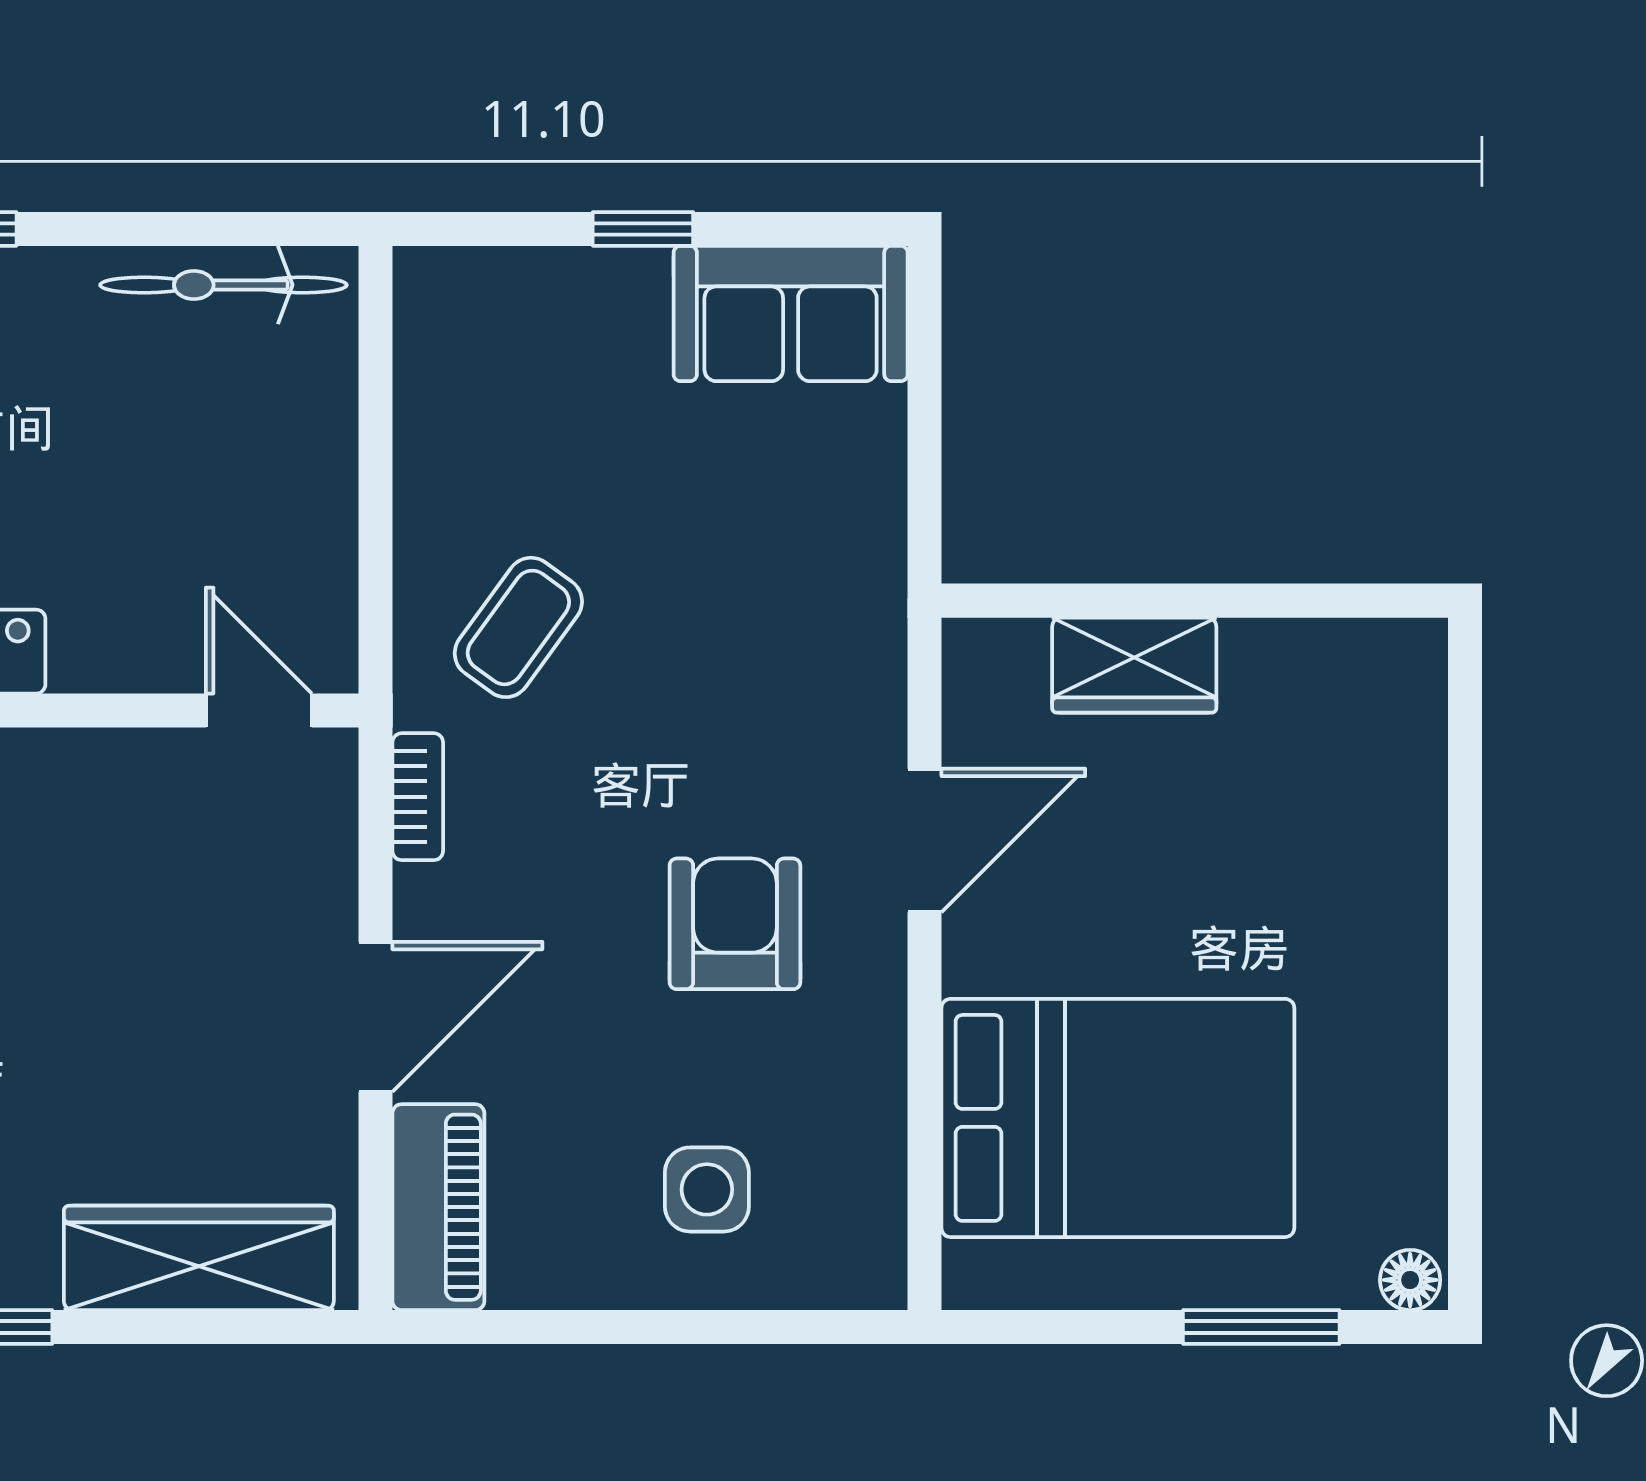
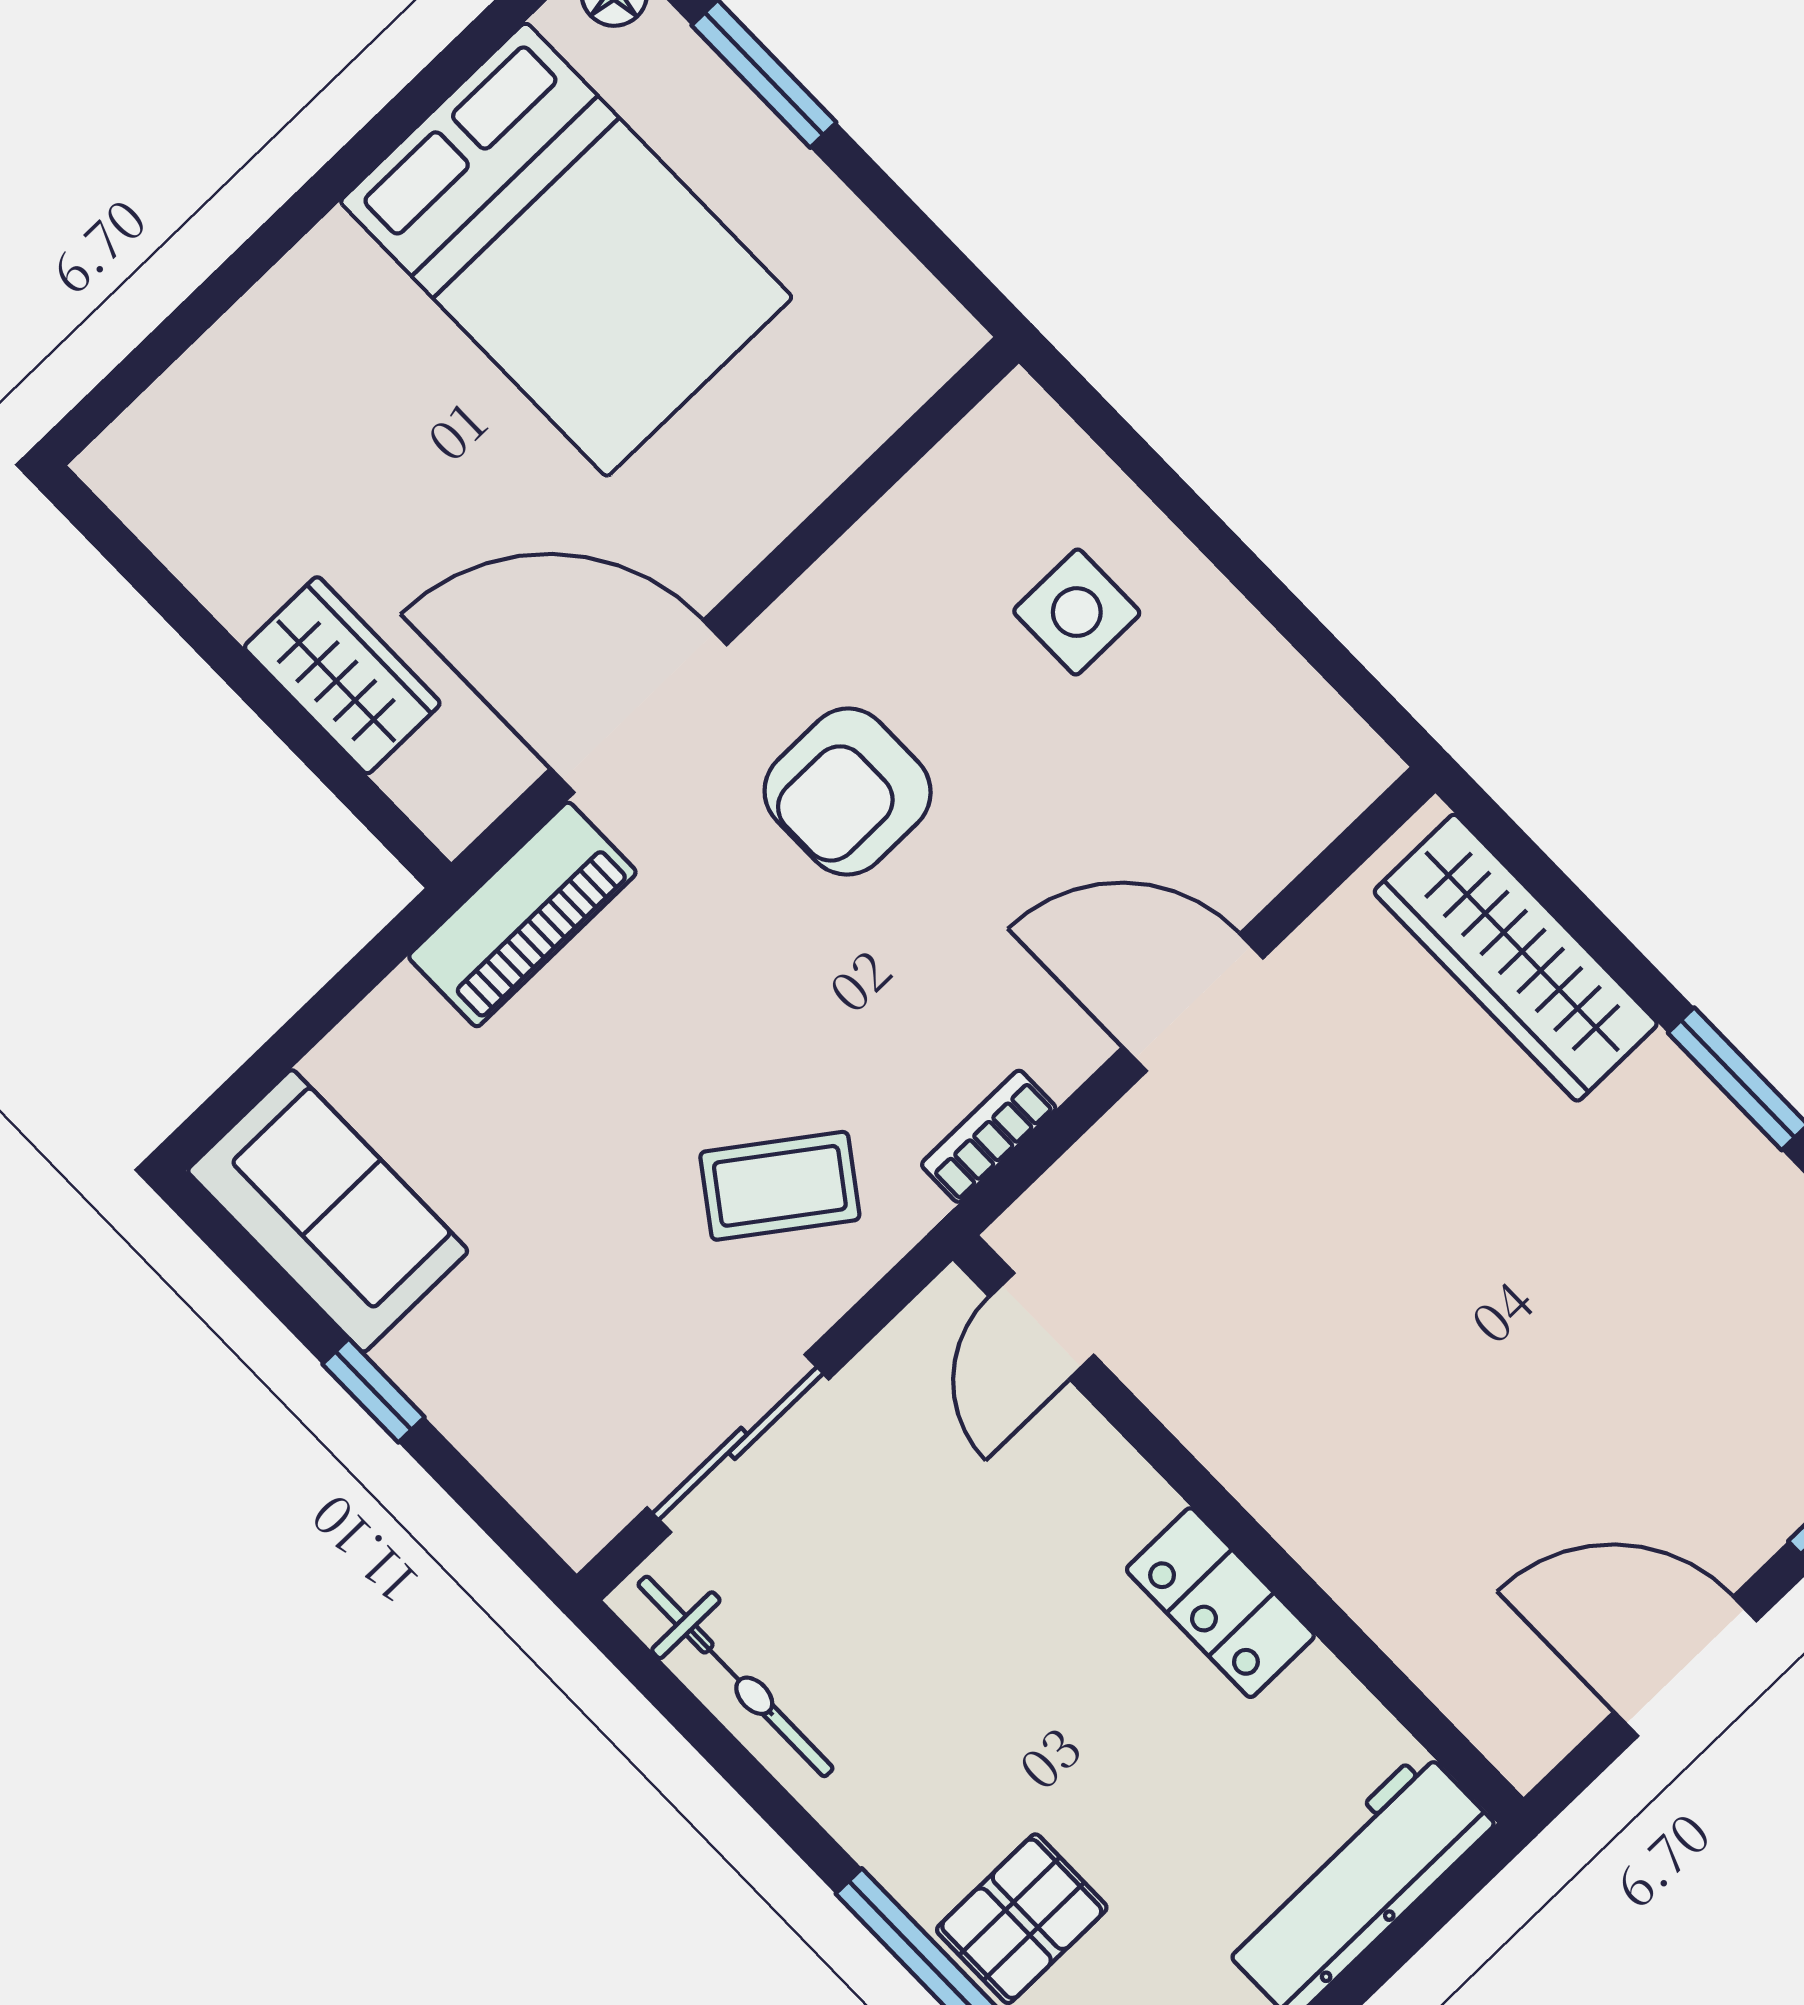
sliding door: (375, 435) -> (738, 1443), added
door: (925, 840) -> (639, 706), width x1.36
bed: (1118, 1118) -> (566, 250), moved, turned 180
piano: (438, 1207) -> (522, 914), moved, turned 180

